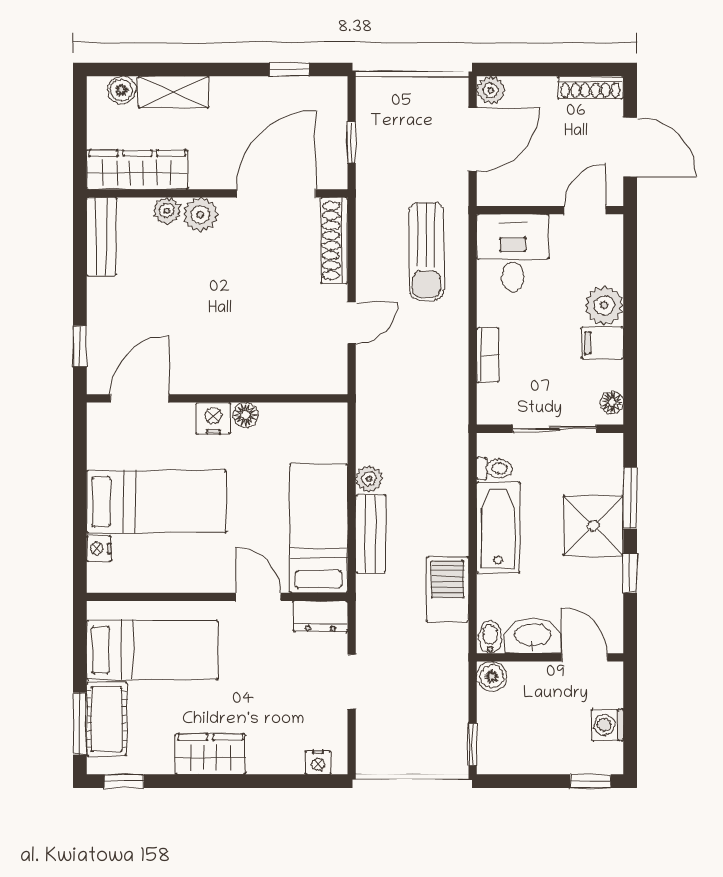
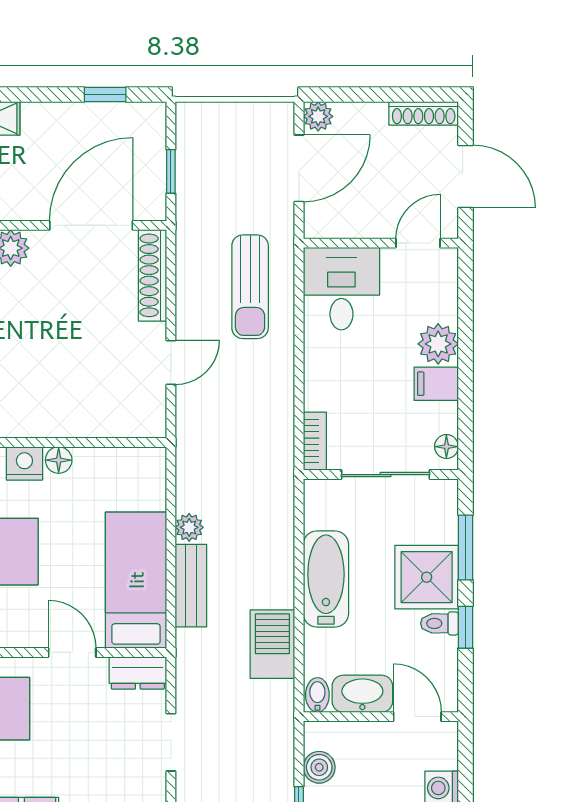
bookcase: (488, 355) -> (315, 441), moved
toilet: (495, 468) -> (440, 623), moved, turned 180
boiler: (492, 677) -> (319, 767), moved

